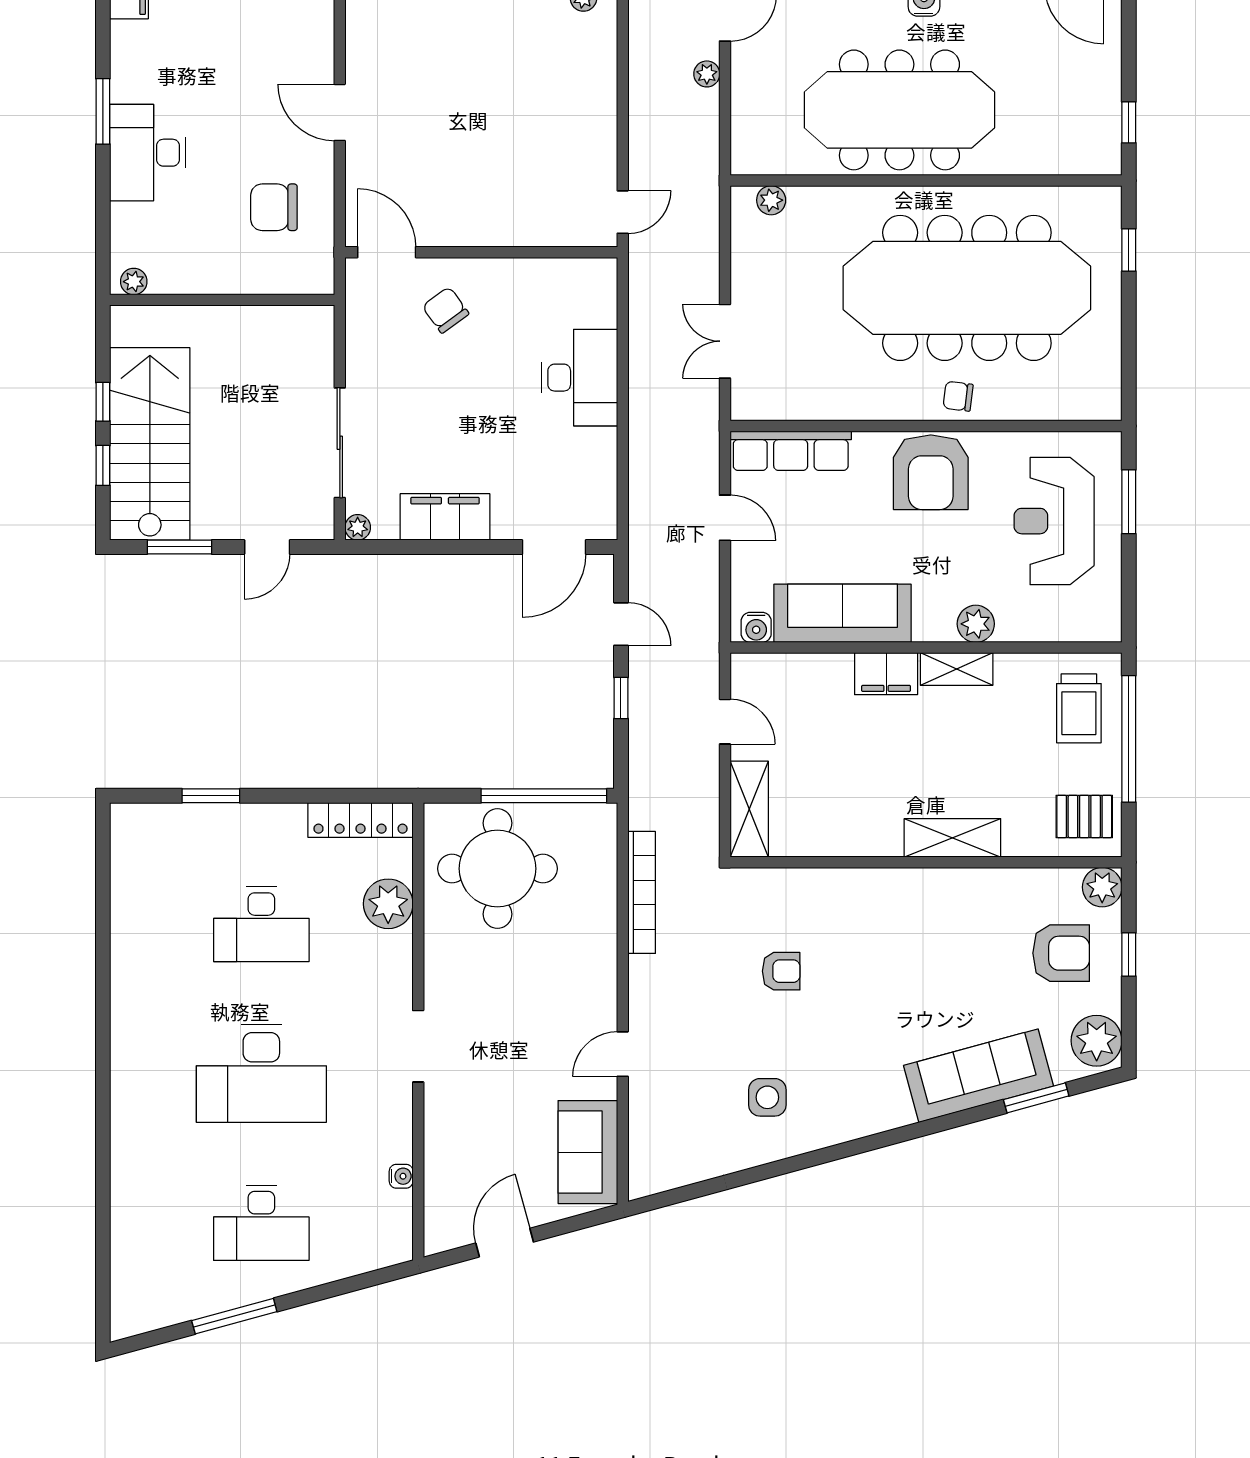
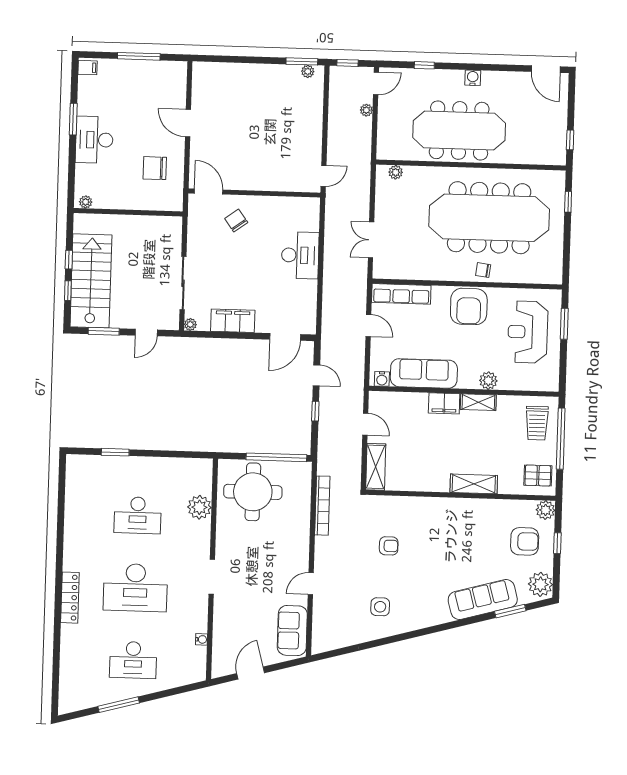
locker: (361, 820) -> (70, 598), moved, turned -90

